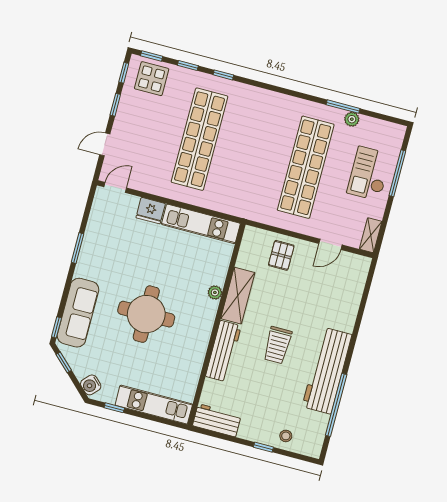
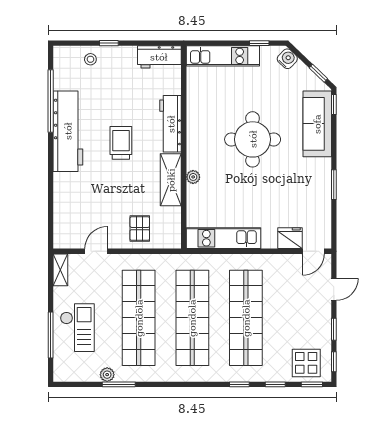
shop shelf: (253, 153) -> (192, 318), added
fridge: (151, 211) -> (290, 238), moved

